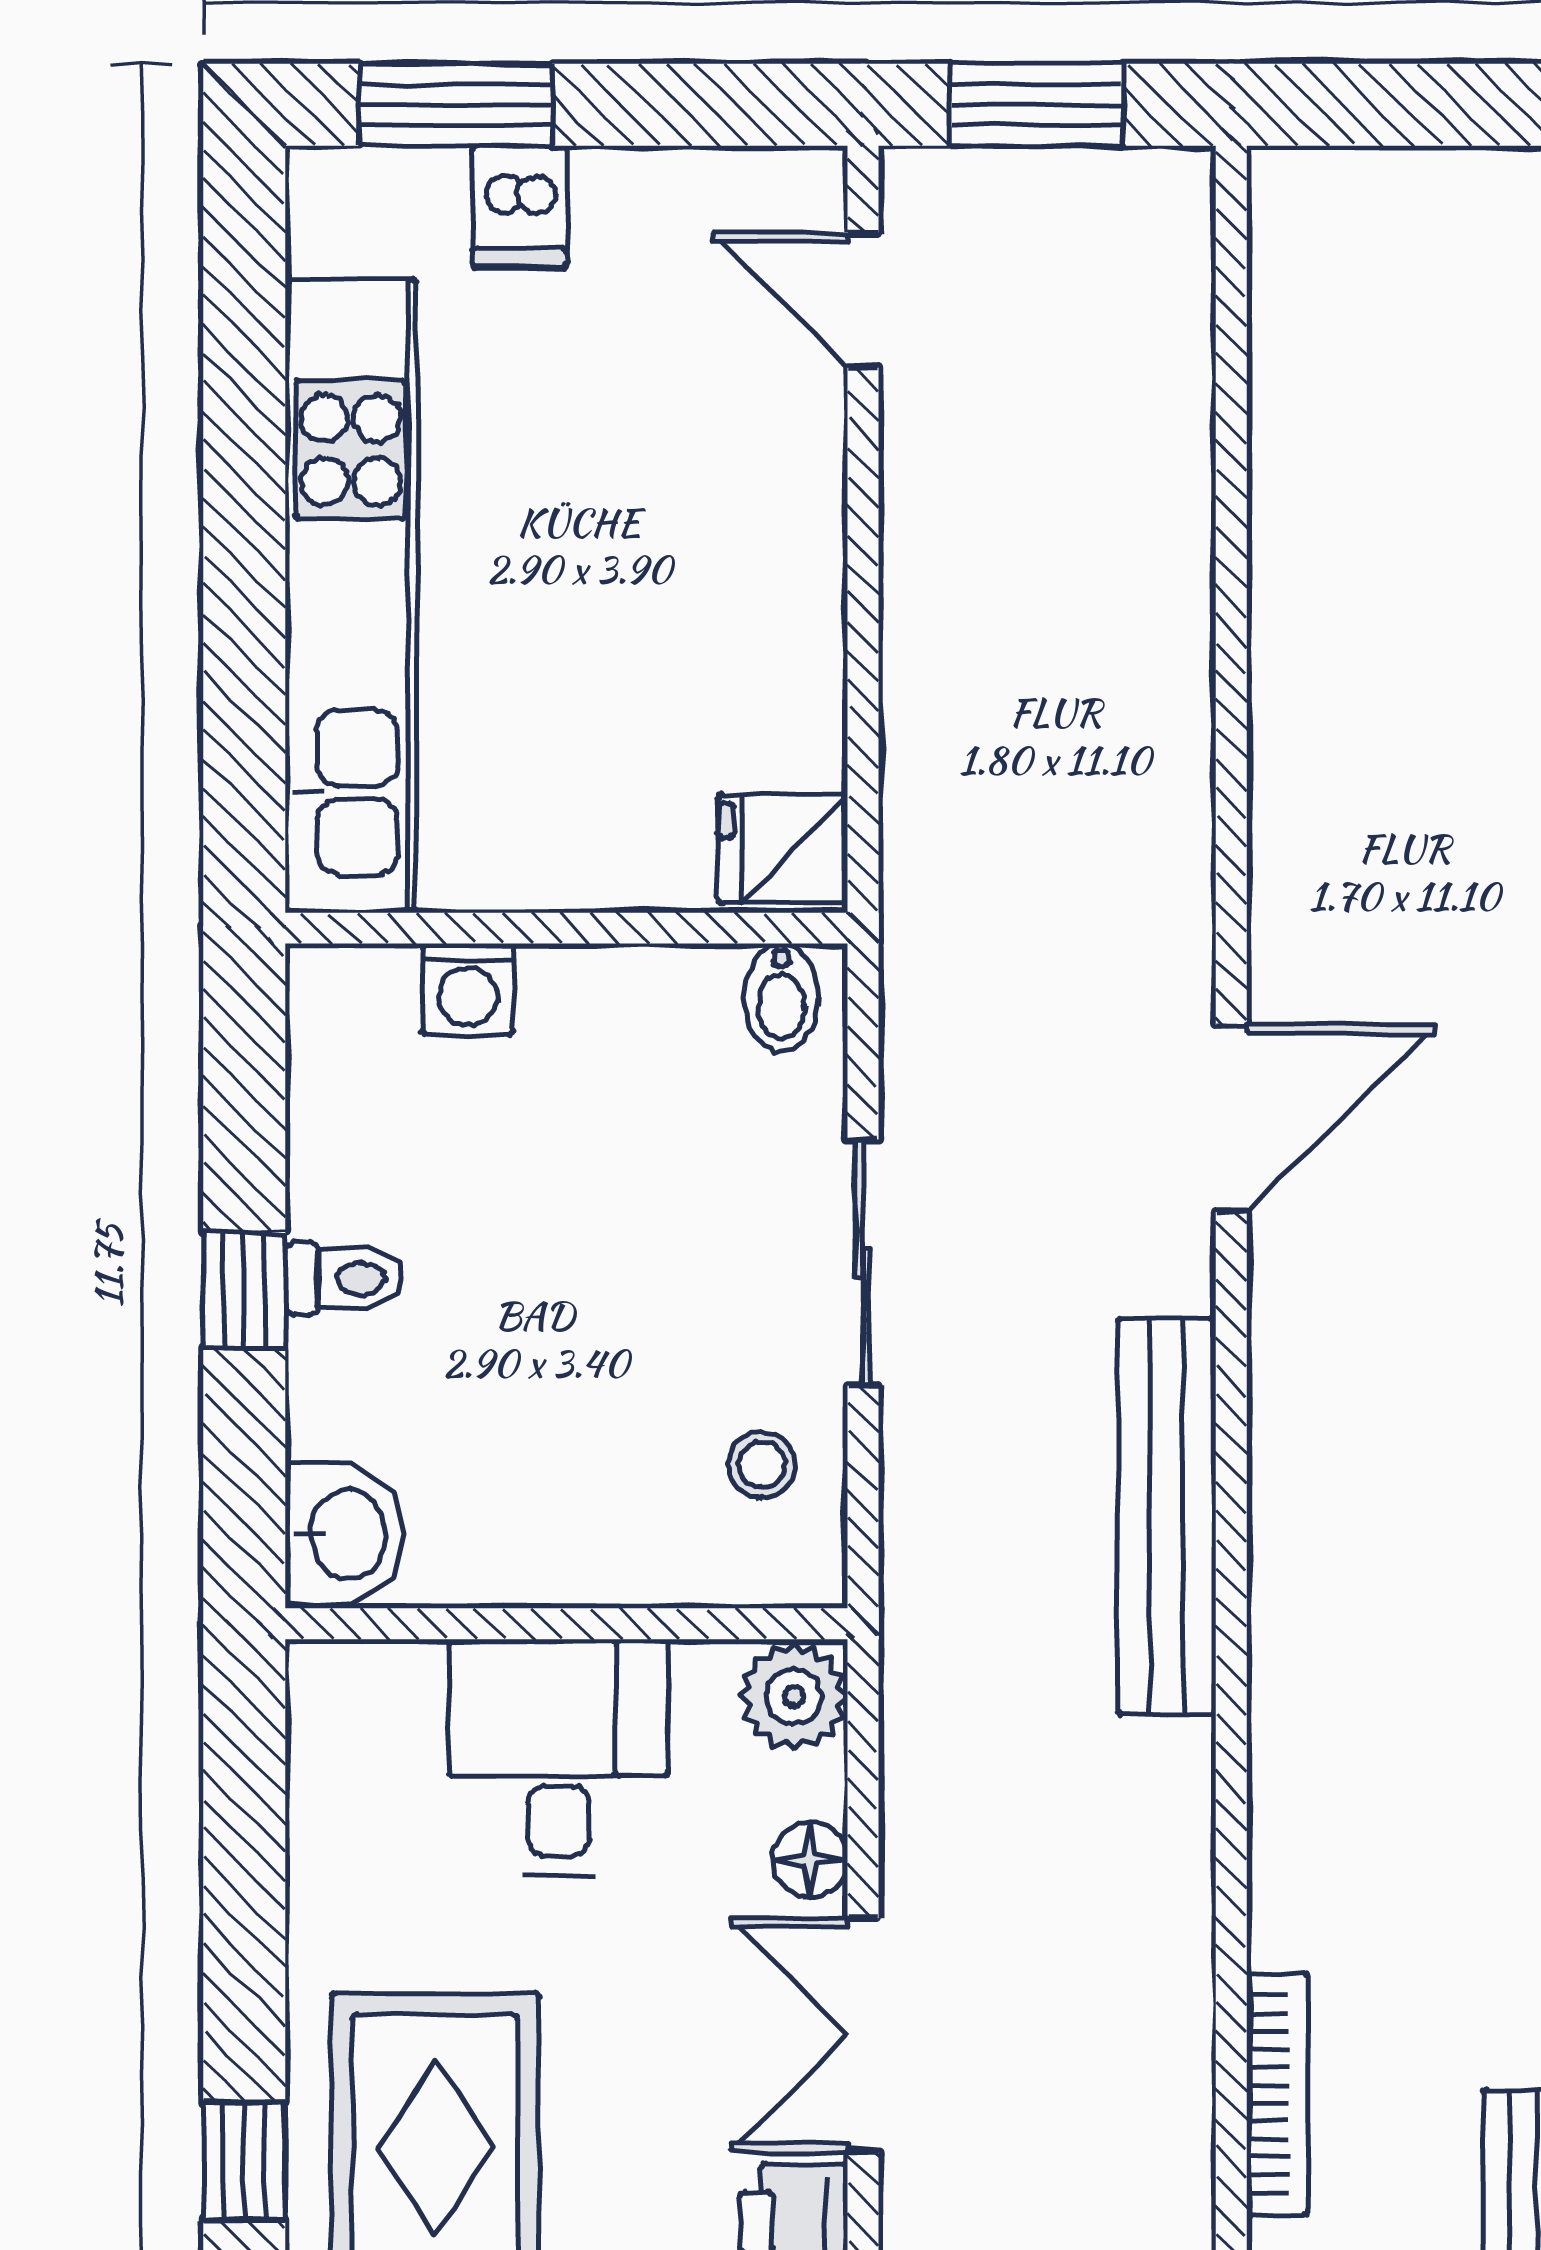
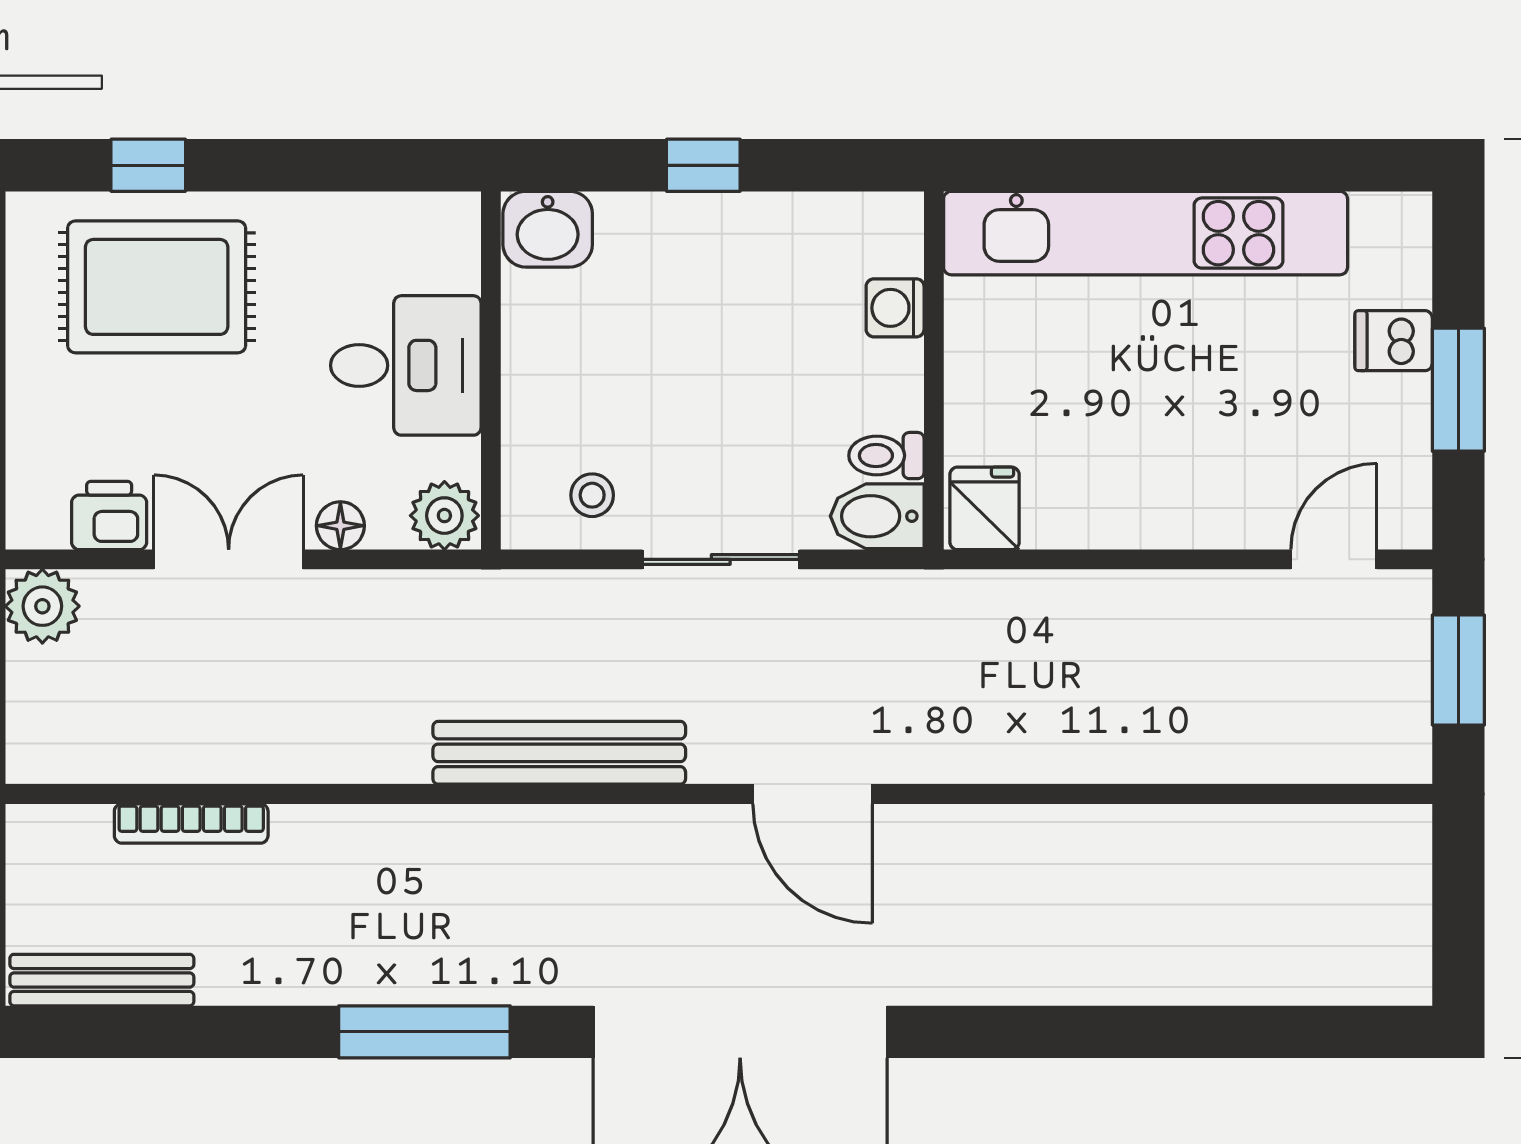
window: (456, 105) -> (1458, 390), moved
bidet: (781, 998) -> (877, 516), width x1.38, depth x1.36
toilet: (344, 1278) -> (886, 456), moved, turned 90

